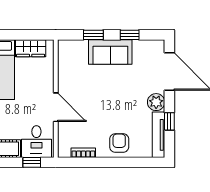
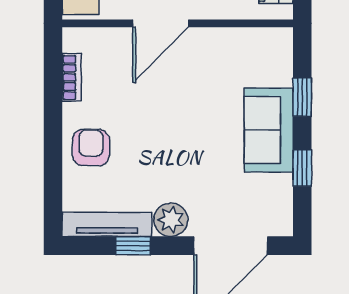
armchair: (119, 143) -> (91, 148), turned -90

